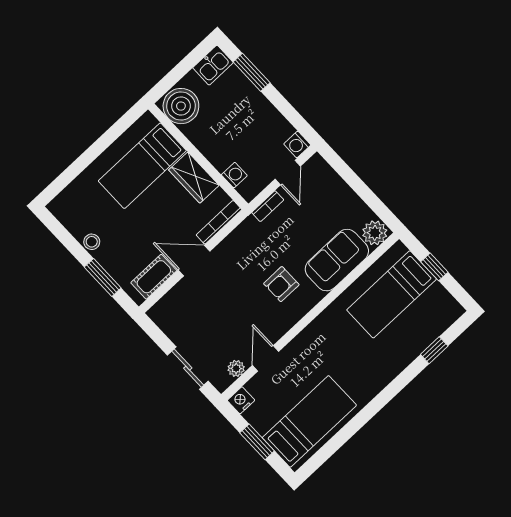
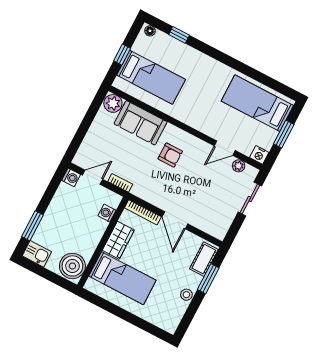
cot: (154, 277) -> (204, 259), moved, turned 90
floor lamp: (453, 314) -> (150, 31), added

